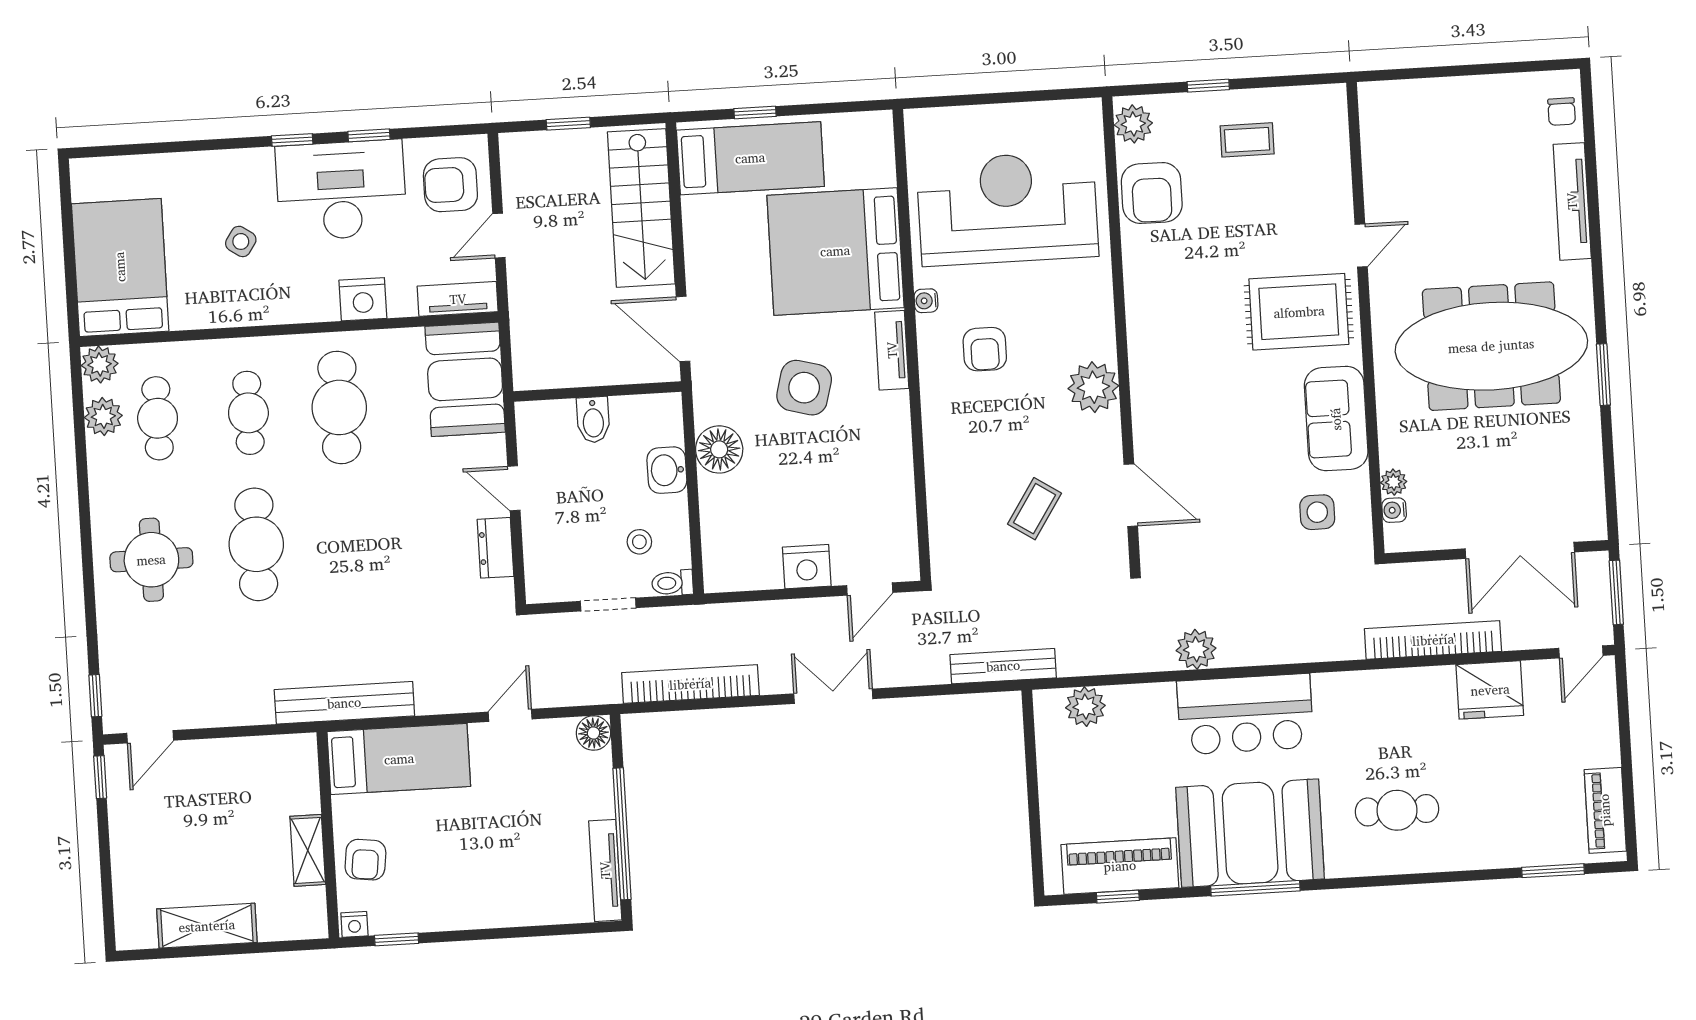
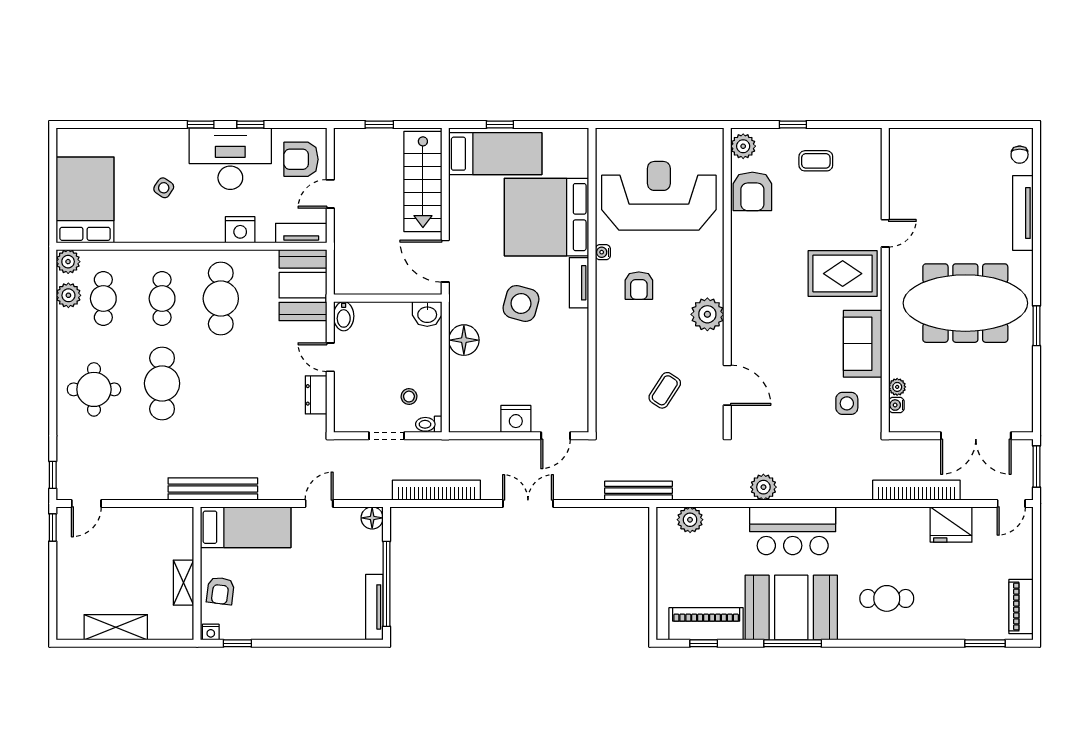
bidet: (593, 420) -> (344, 316), moved
washbasin: (667, 470) -> (427, 314), moved, turned -90

